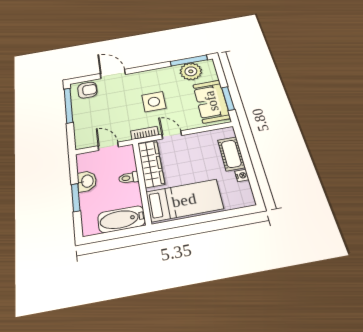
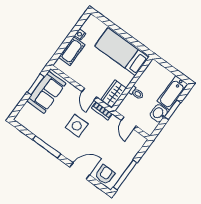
window: (189, 61) -> (47, 147), moved
plant: (191, 71) -> (35, 124), removed
door: (113, 74) -> (80, 171), swing flipped
armchair: (87, 90) -> (105, 175), turned 90
wardrobe: (151, 164) -> (114, 94), width x0.67
bathtub: (121, 219) -> (173, 93), moved, turned 90

